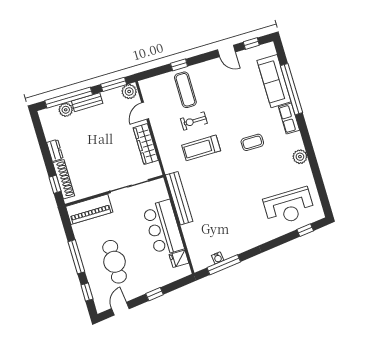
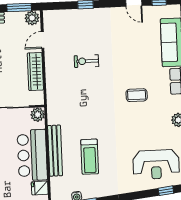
exercise mat: (185, 90) -> (86, 30), removed
treadmill: (201, 148) -> (90, 157), moved, turned -90
plant: (159, 186) -> (38, 115), added
bench: (179, 198) -> (55, 151), moved

